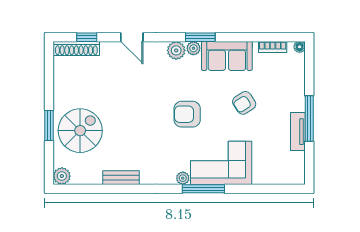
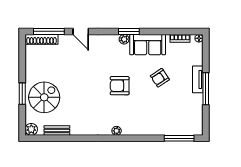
window: (87, 37) -> (49, 31), width x2.17
plant: (176, 50) -> (112, 41), removed
tv unit: (298, 132) -> (198, 79), moved
corner sofa: (221, 163) -> (144, 120), removed
bench: (121, 178) -> (57, 130), moved
window: (203, 189) -> (179, 138), moved

